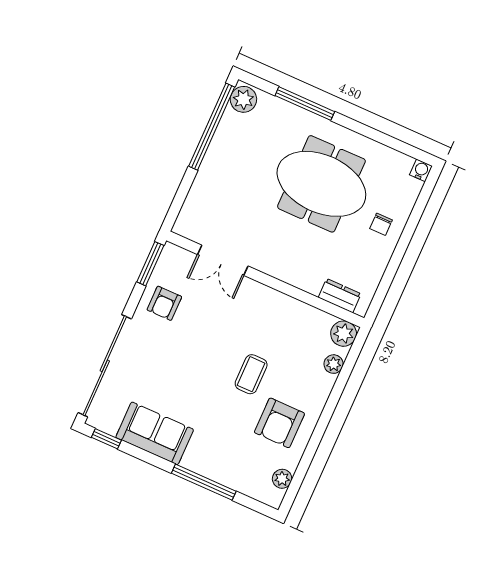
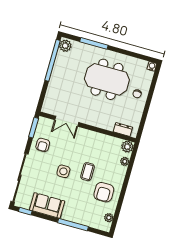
side table: (200, 366) -> (63, 171), added

